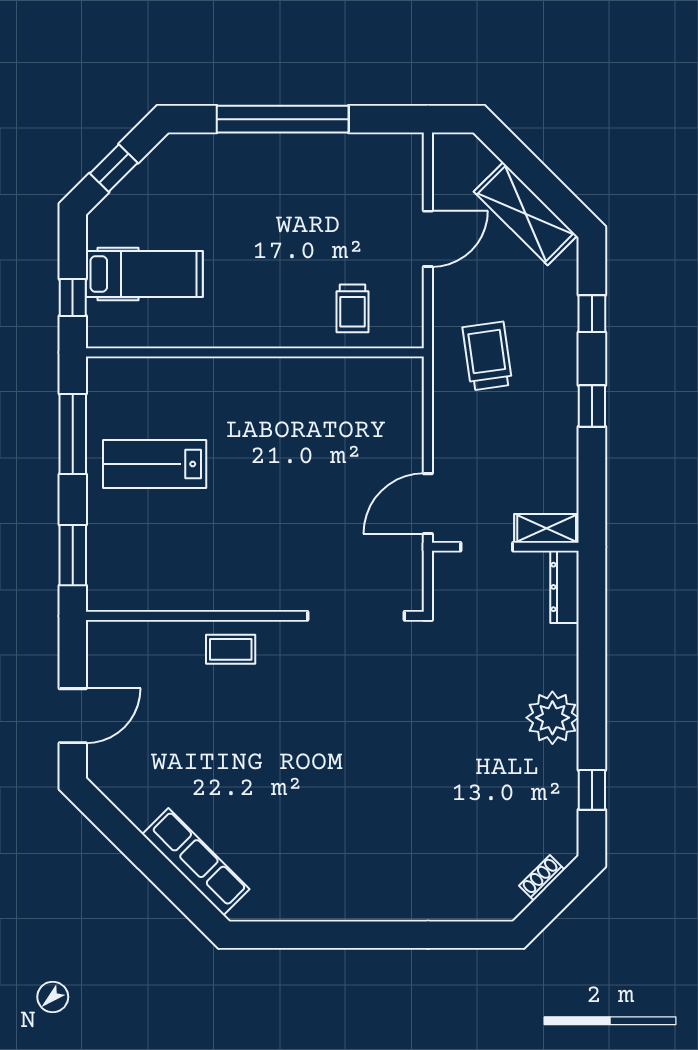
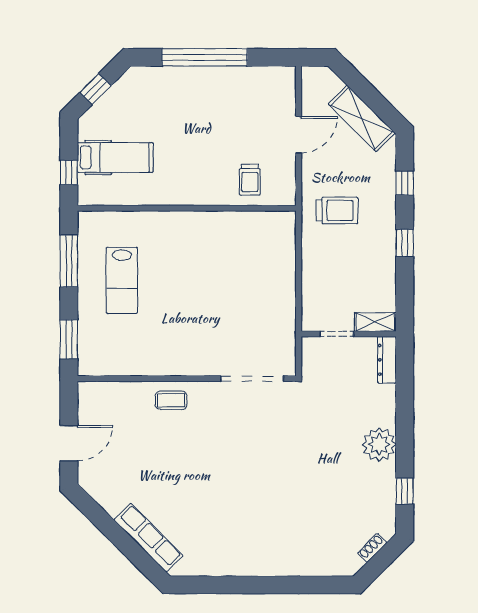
trolley: (487, 356) -> (337, 211), turned 98
lab bench: (155, 464) -> (122, 280), turned -90
door: (428, 504) -> (299, 306), removed

